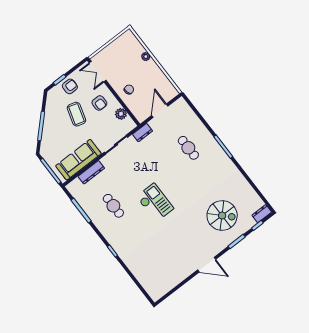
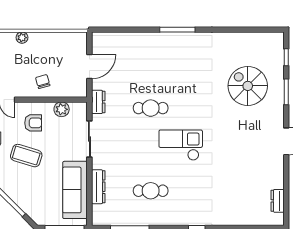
door: (160, 111) -> (89, 67), swing flipped
cafe table: (188, 148) -> (151, 108), moved
dresser: (262, 214) -> (278, 201), moved
spiral stairs: (222, 216) -> (248, 86), turned -90

